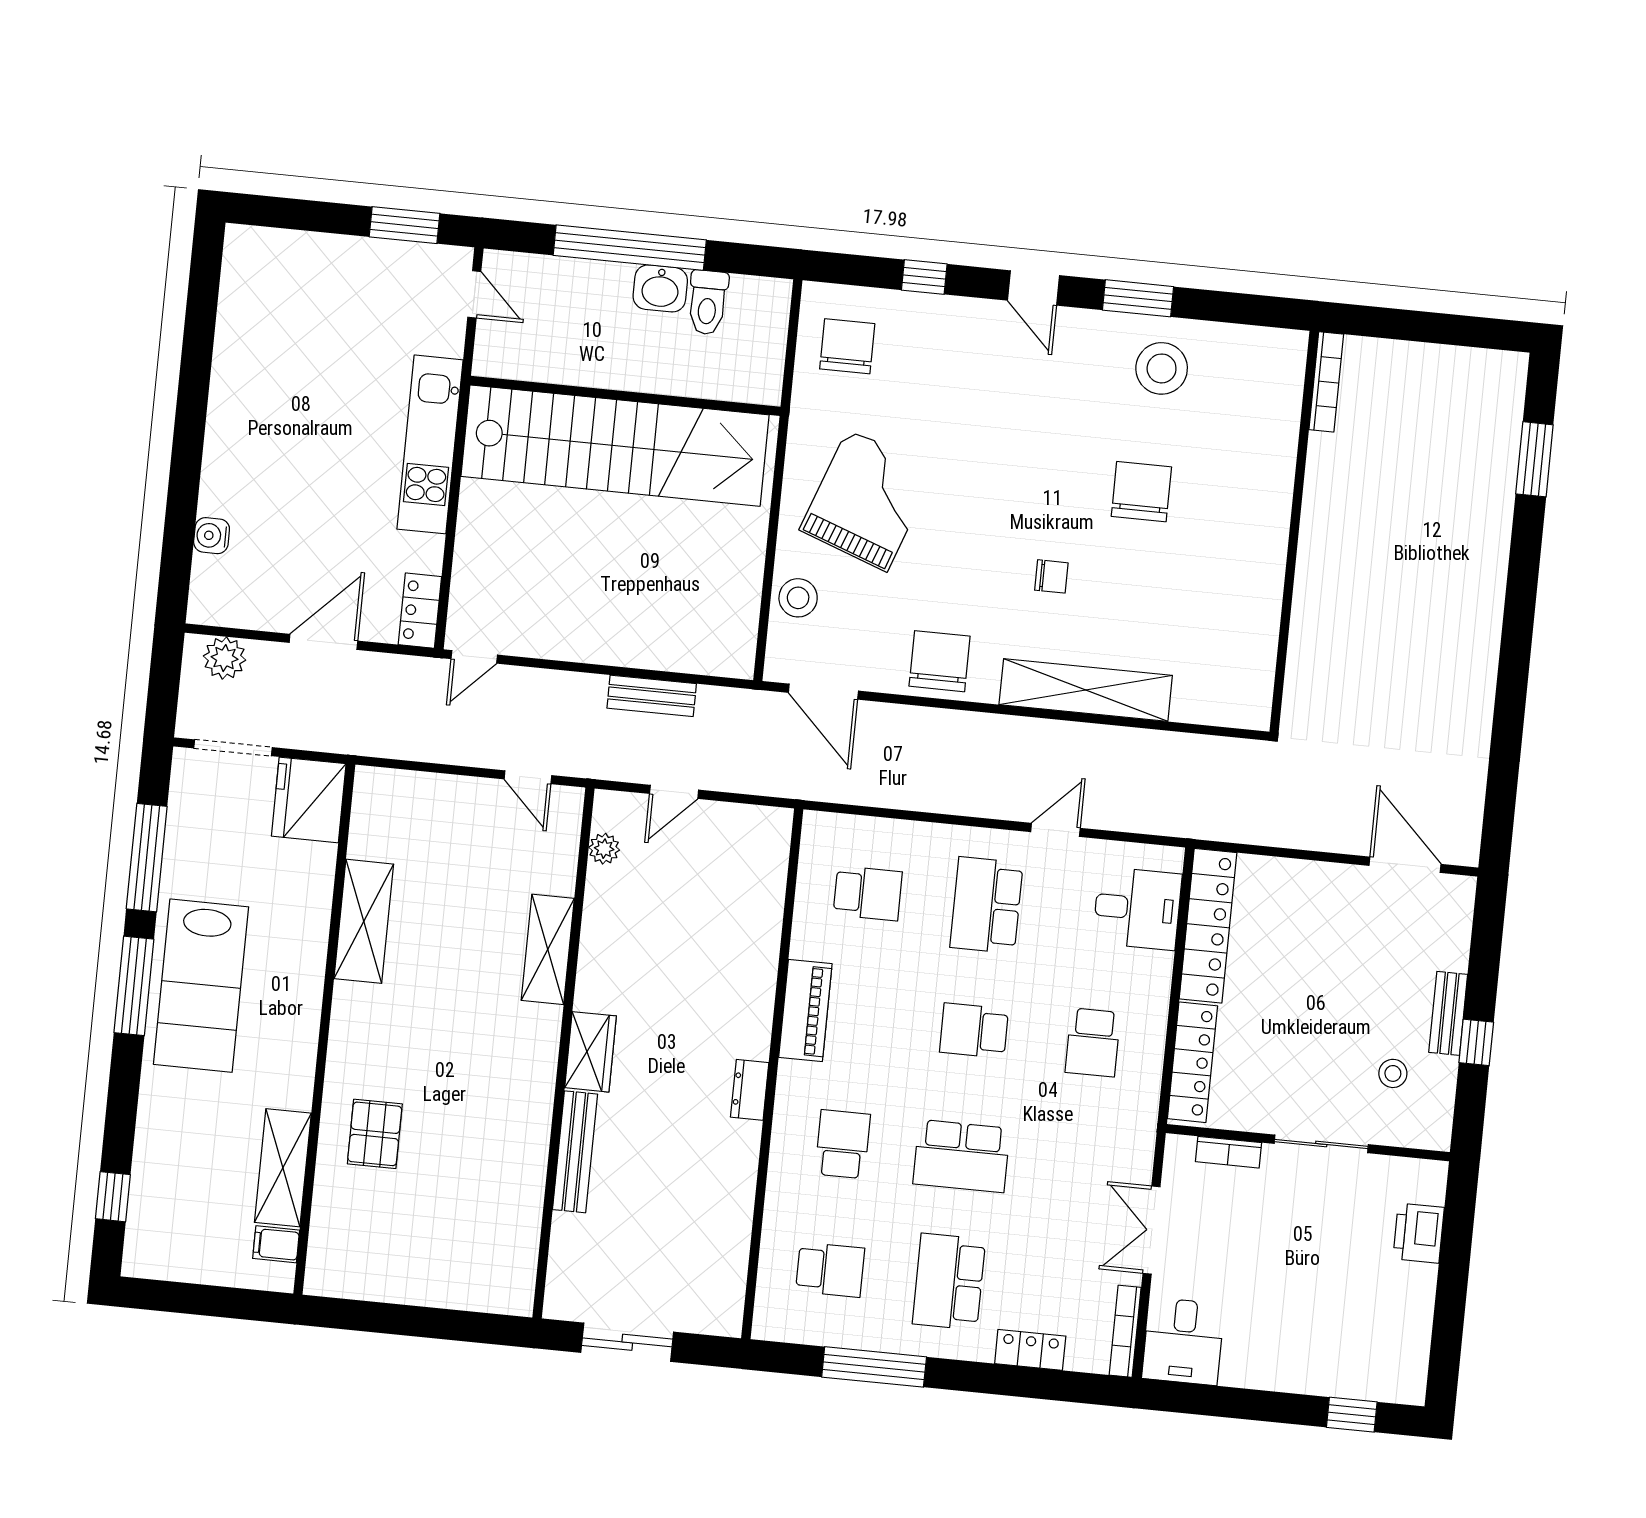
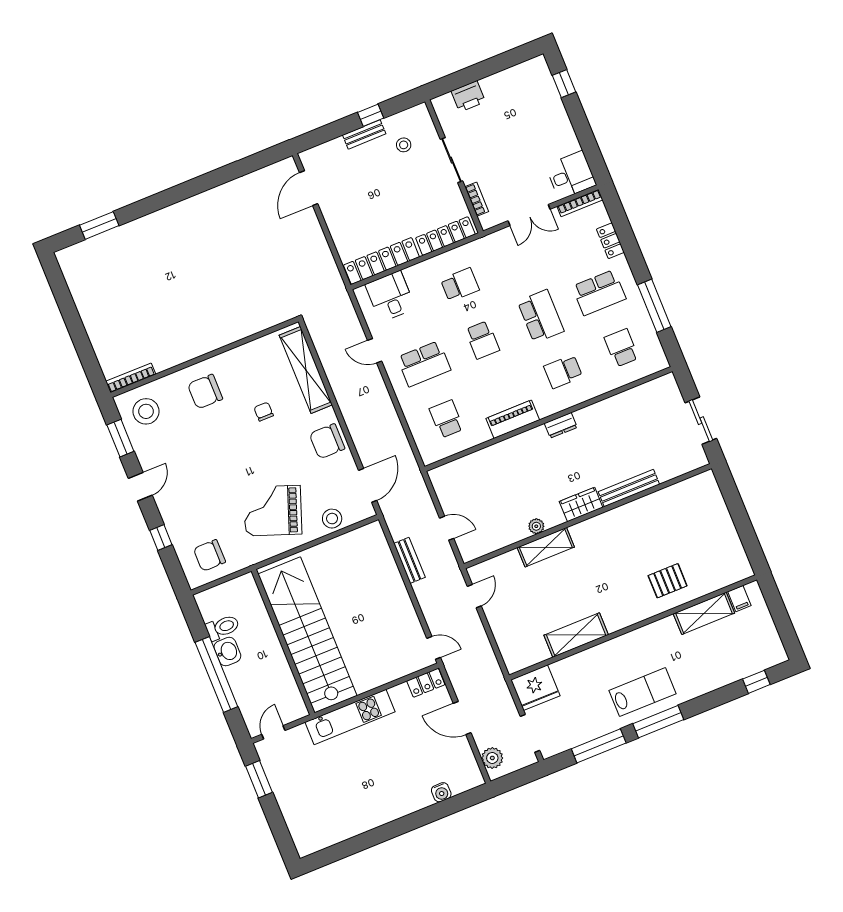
bookcase: (1326, 382) -> (131, 378), moved
wall: (1294, 532) -> (204, 357), moved
plant: (604, 849) -> (536, 526), moved
lab bench: (201, 986) -> (643, 692), width x0.73, depth x0.72

